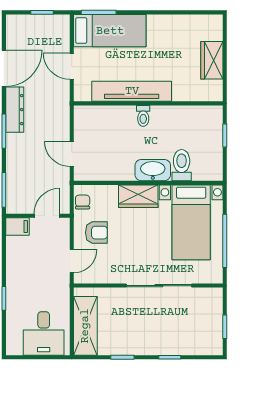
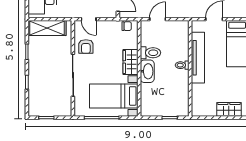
wardrobe: (212, 60) -> (229, 109), moved
toilet: (182, 165) -> (150, 53), moved
armchair: (96, 233) -> (86, 47), moved

